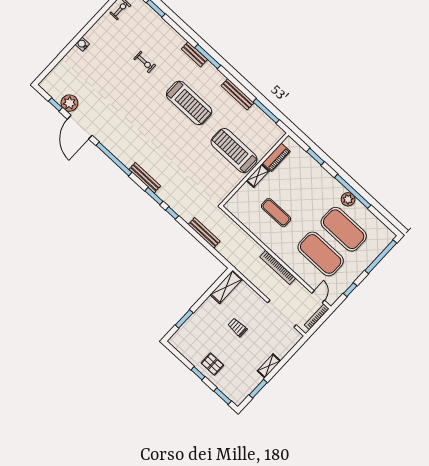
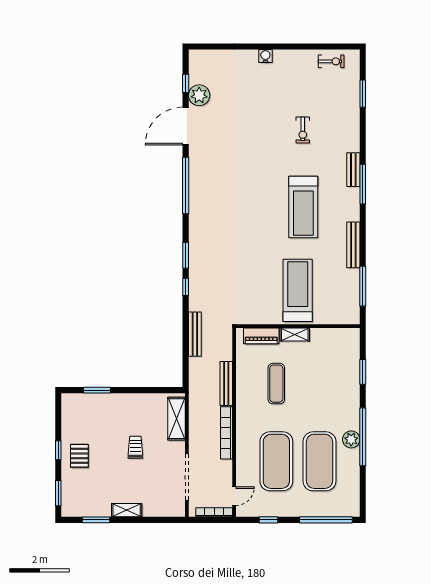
piano: (276, 157) -> (261, 336), moved
bench: (145, 178) -> (226, 383), moved
shelving: (226, 287) -> (176, 419), moved, turned 90

